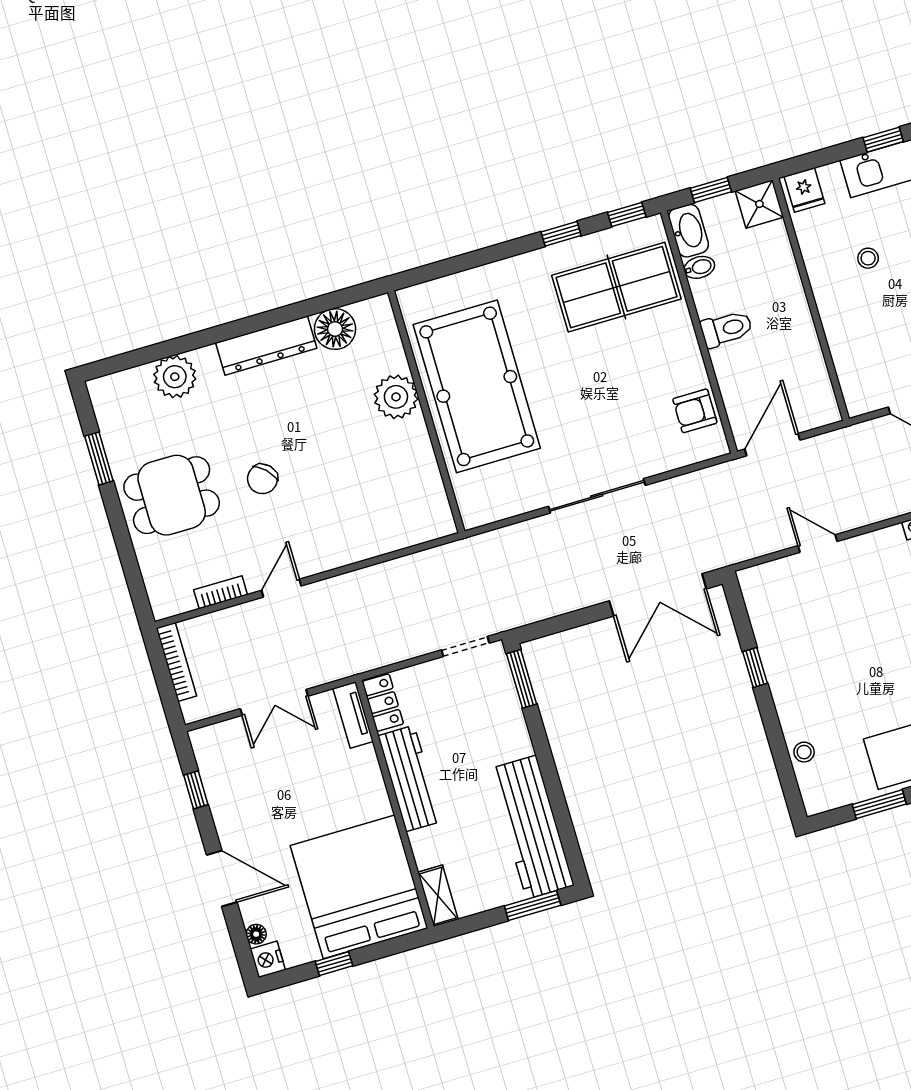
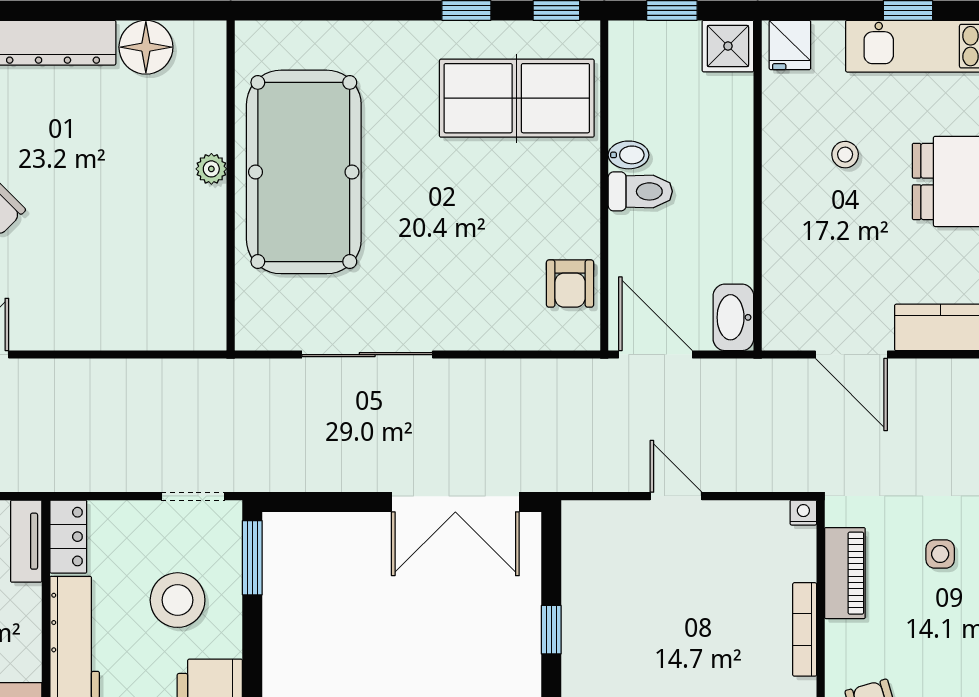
washbasin: (689, 231) -> (733, 317), moved, turned 180
bidet: (699, 267) -> (629, 155), moved
plant: (396, 397) -> (211, 169), width x0.53, depth x0.53
armchair: (695, 411) -> (570, 284), turned -90
door: (772, 445) -> (655, 355), hinge flipped
sliding door: (597, 496) -> (367, 355), moved
stool: (476, 726) -> (178, 600), added

